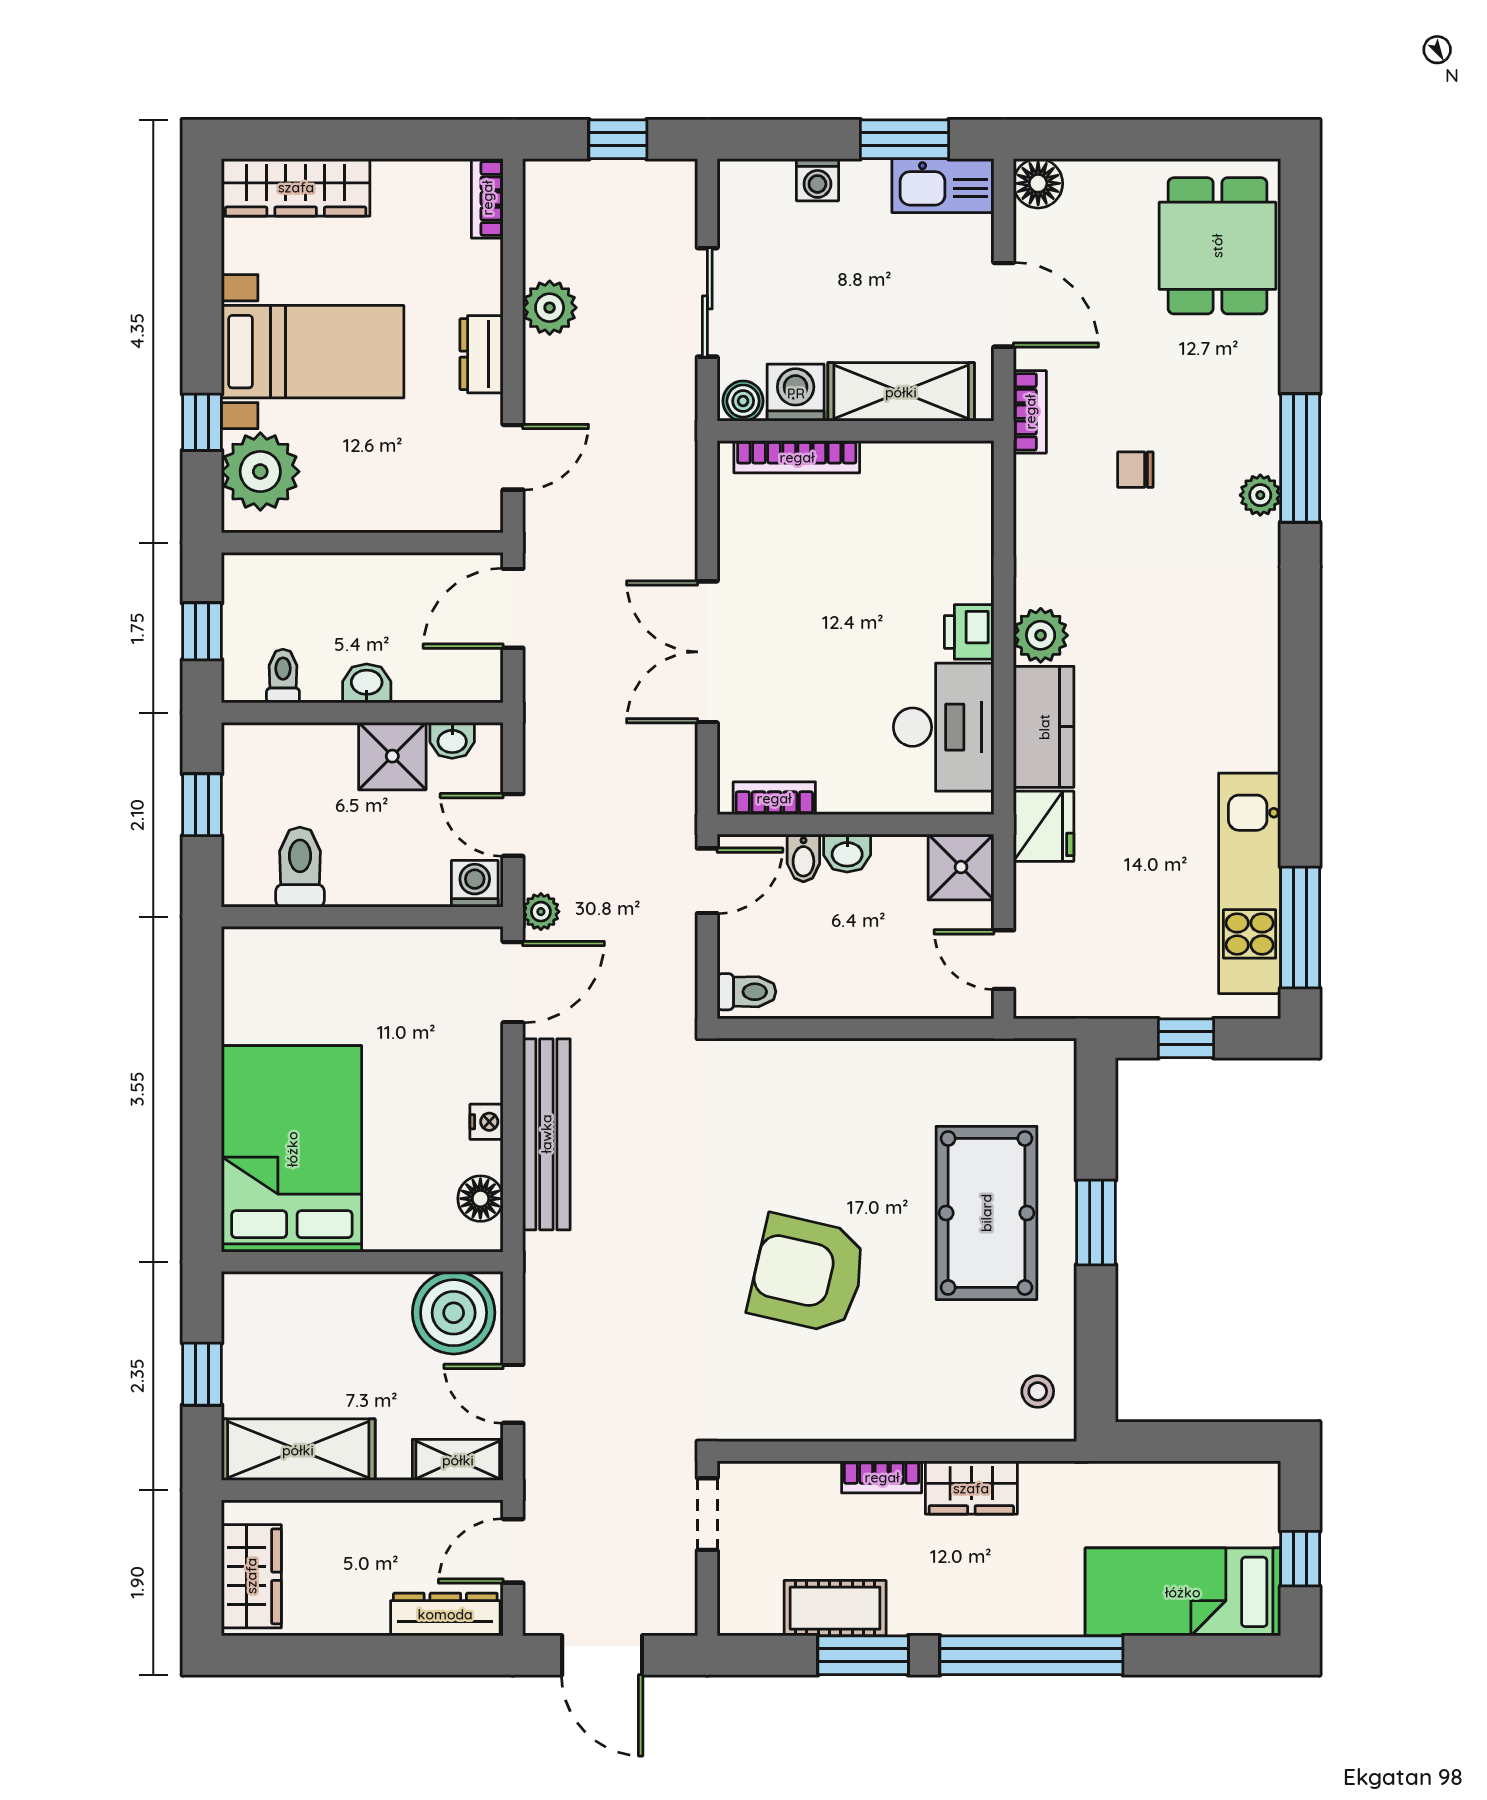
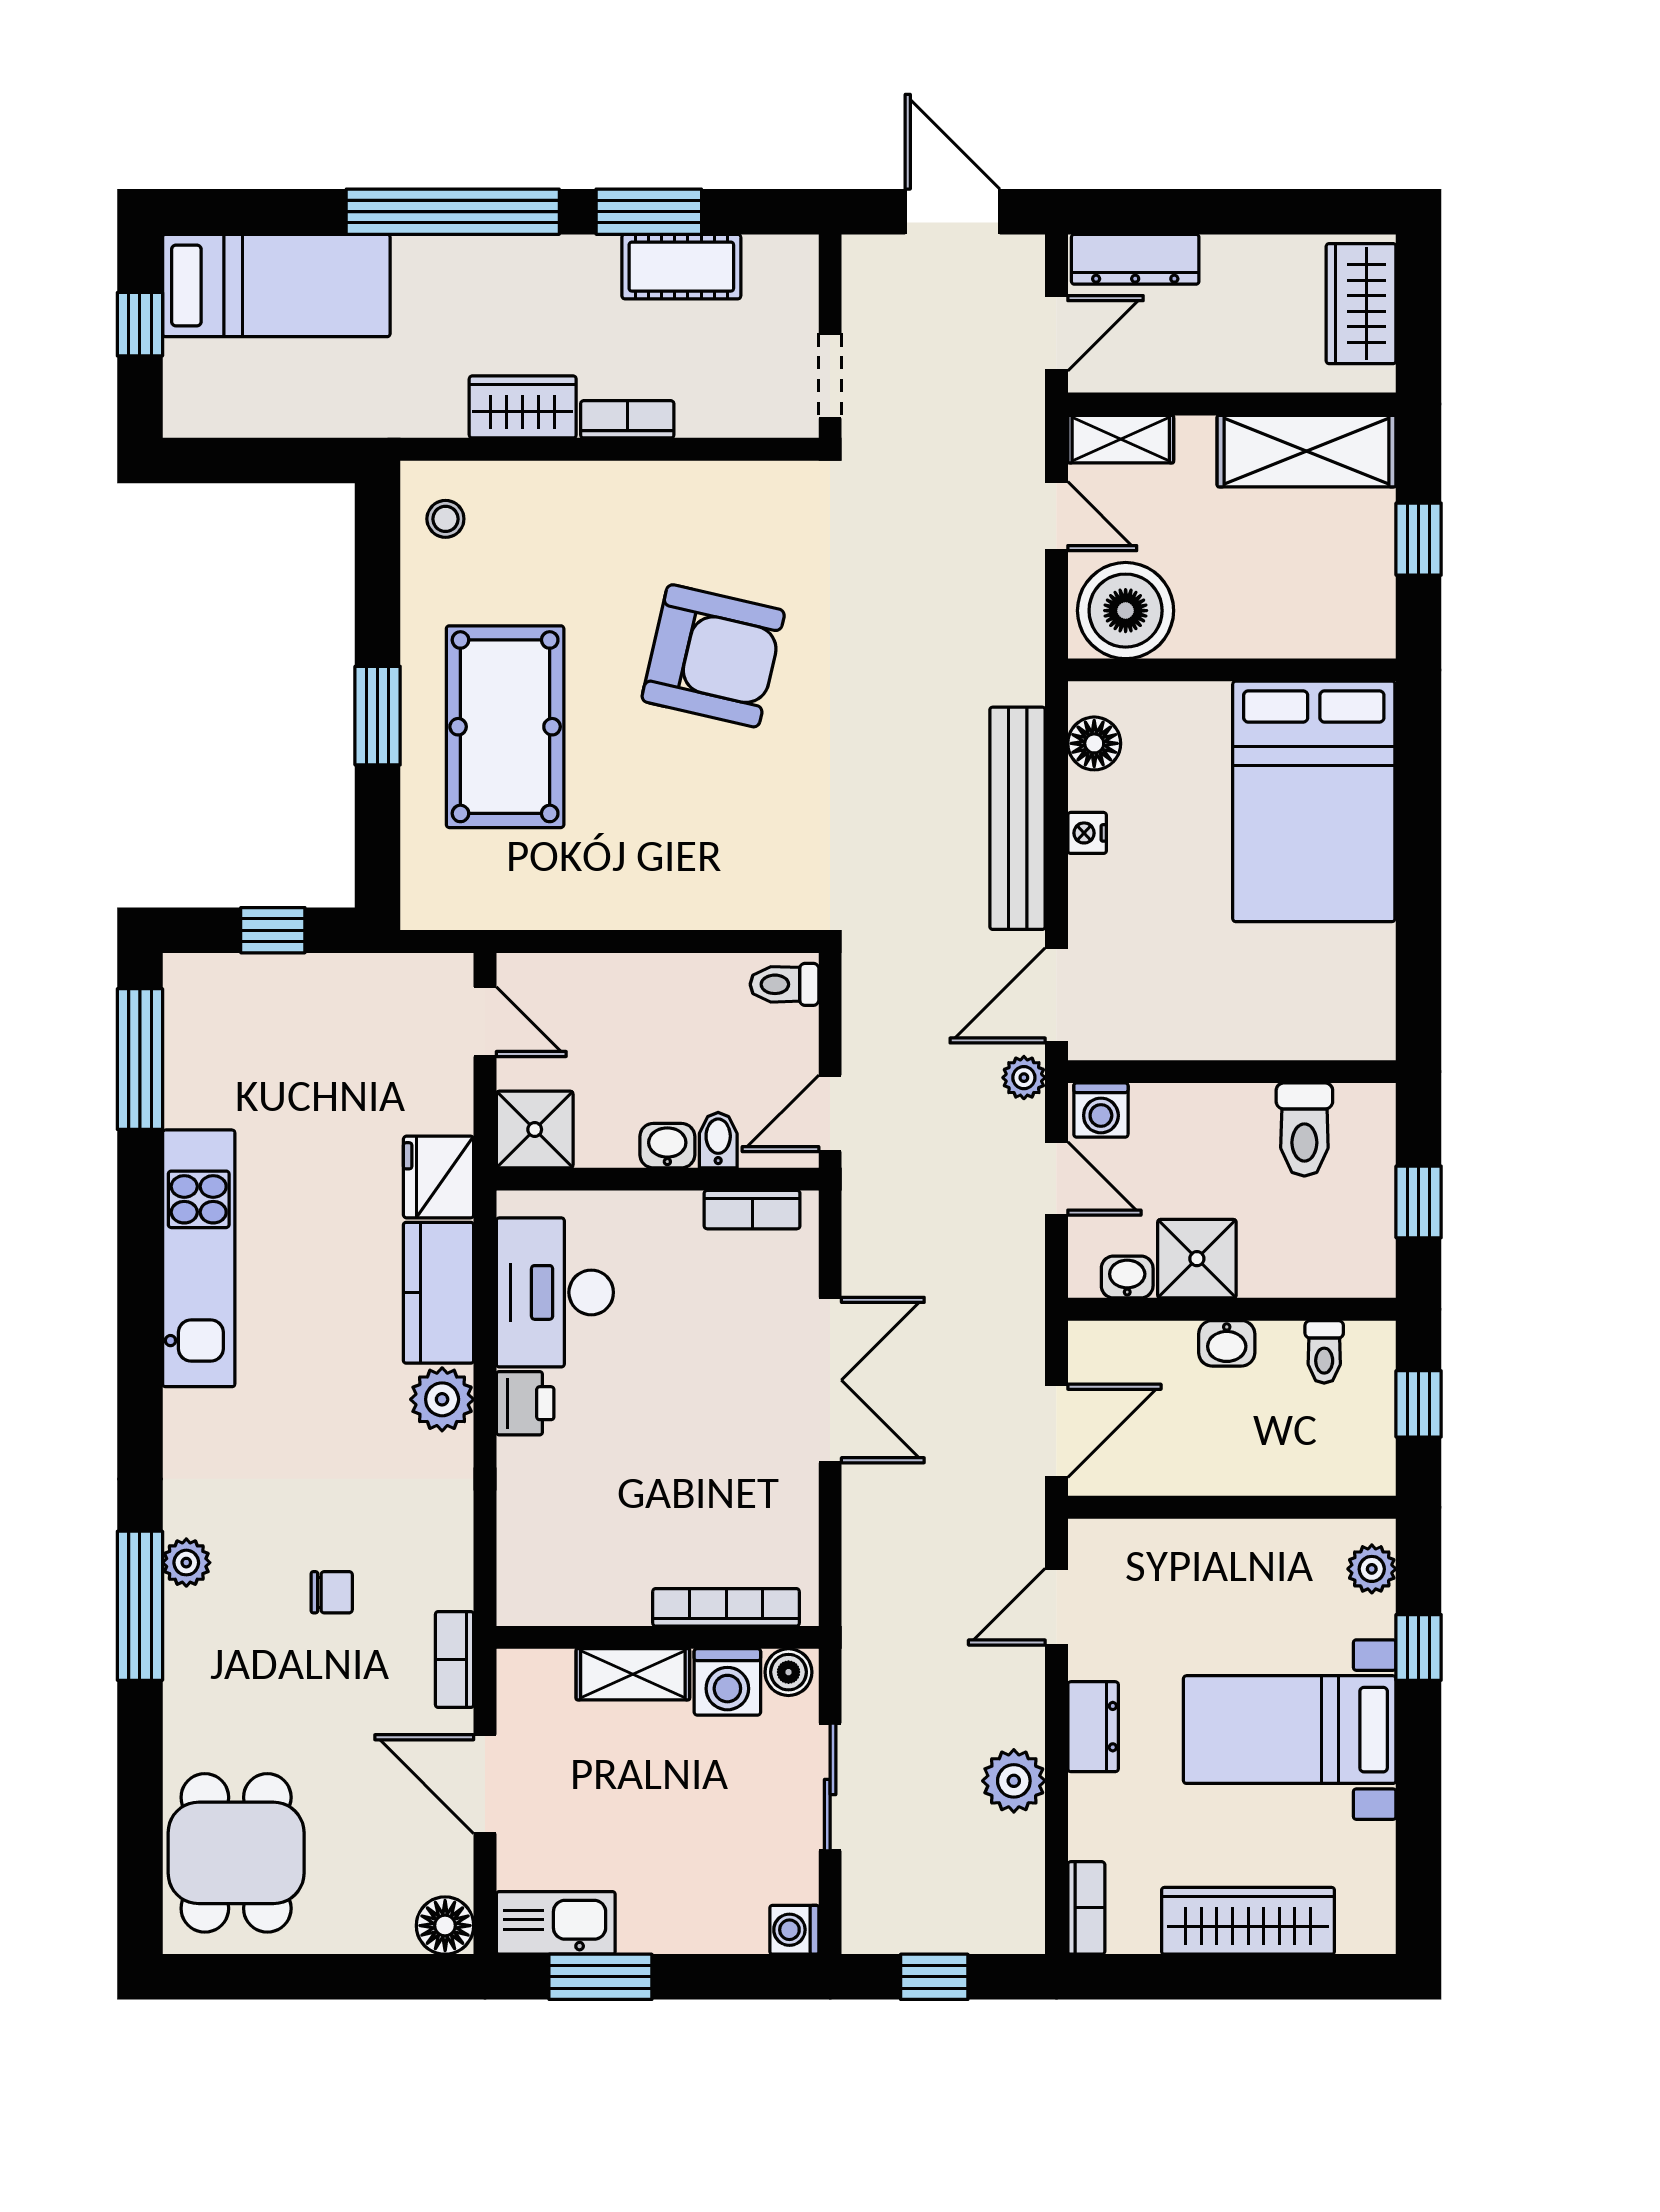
washing machine: (817, 180) -> (794, 1930), moved, turned -90
wardrobe: (296, 187) -> (1248, 1921), moved
shelving: (901, 392) -> (633, 1674), width x0.67, depth x0.75
plant: (260, 472) -> (1372, 1569), width x0.53, depth x0.53
kitchen unit: (1250, 883) -> (199, 1258), moved

